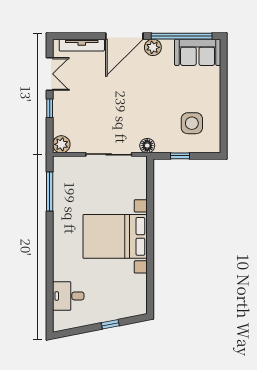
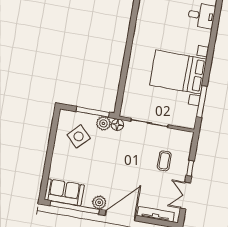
coffee table: (83, 112) -> (164, 161), added
side table: (192, 123) -> (79, 136), turned 45
plant: (61, 144) -> (103, 123), moved
window: (180, 156) -> (93, 112), width x2.17
bed with nightstands: (115, 236) -> (178, 72), moved, turned 180

